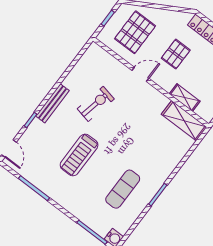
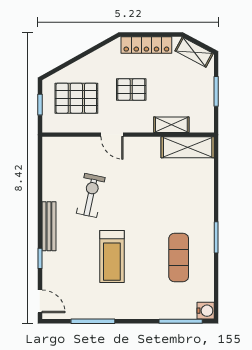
pallet: (135, 32) -> (76, 98), turned 90
pallet: (176, 54) -> (131, 90), turned 90
door: (140, 74) -> (112, 135), swing flipped

